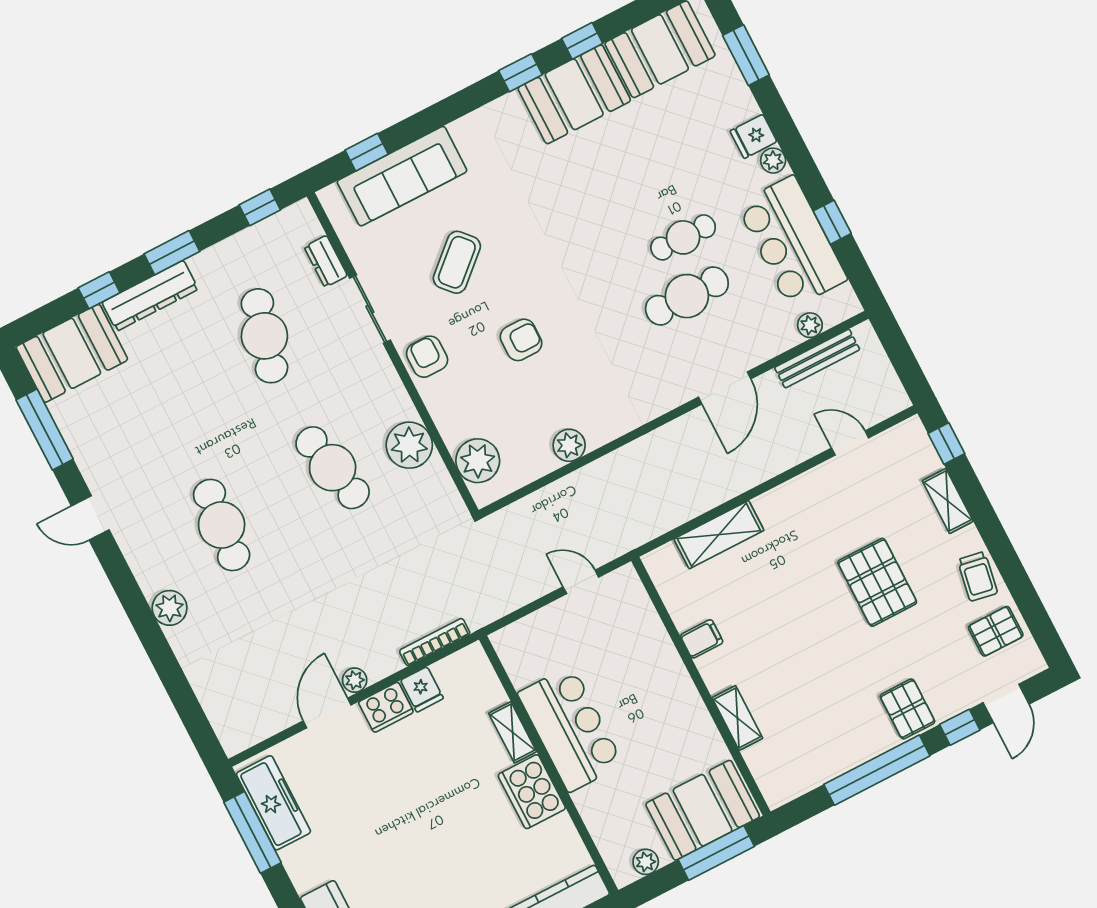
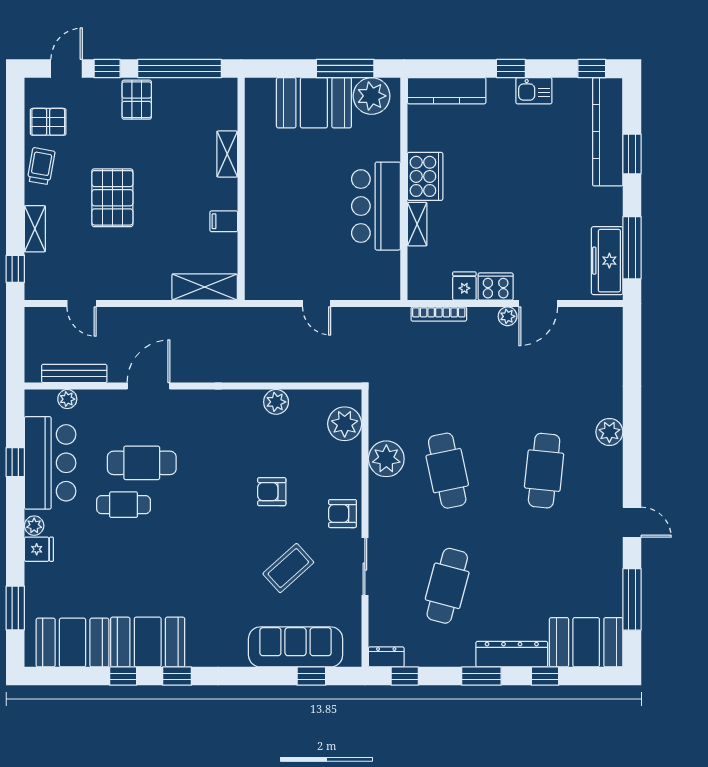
dresser: (326, 261) -> (386, 657), moved, turned -90
armchair: (427, 357) -> (343, 514), turned 90
filing cabinet: (702, 639) -> (224, 221), moved
wall: (701, 686) -> (241, 189), moved
shelving: (737, 718) -> (227, 154), moved
window: (716, 853) -> (345, 68), moved
plant: (646, 862) -> (372, 96), width x1.87, depth x1.87

